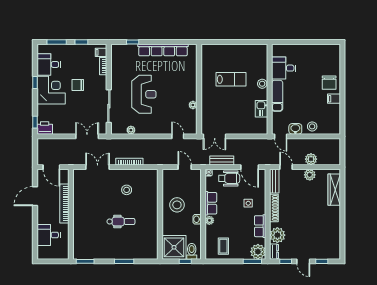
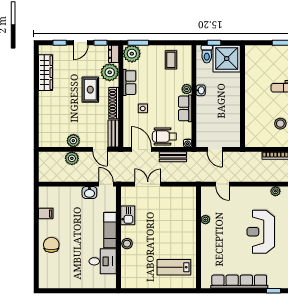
lab bench: (231, 79) -> (174, 267), moved
filing cabinet: (334, 99) -> (46, 214), moved
stool: (312, 126) -> (70, 195), removed
double door: (215, 136) -> (148, 184), moved
wardrobe: (334, 190) -> (45, 73), moved
stool: (177, 205) -> (223, 107), removed
rug: (295, 220) -> (90, 90), added
door: (303, 261) -> (81, 43), swing flipped

